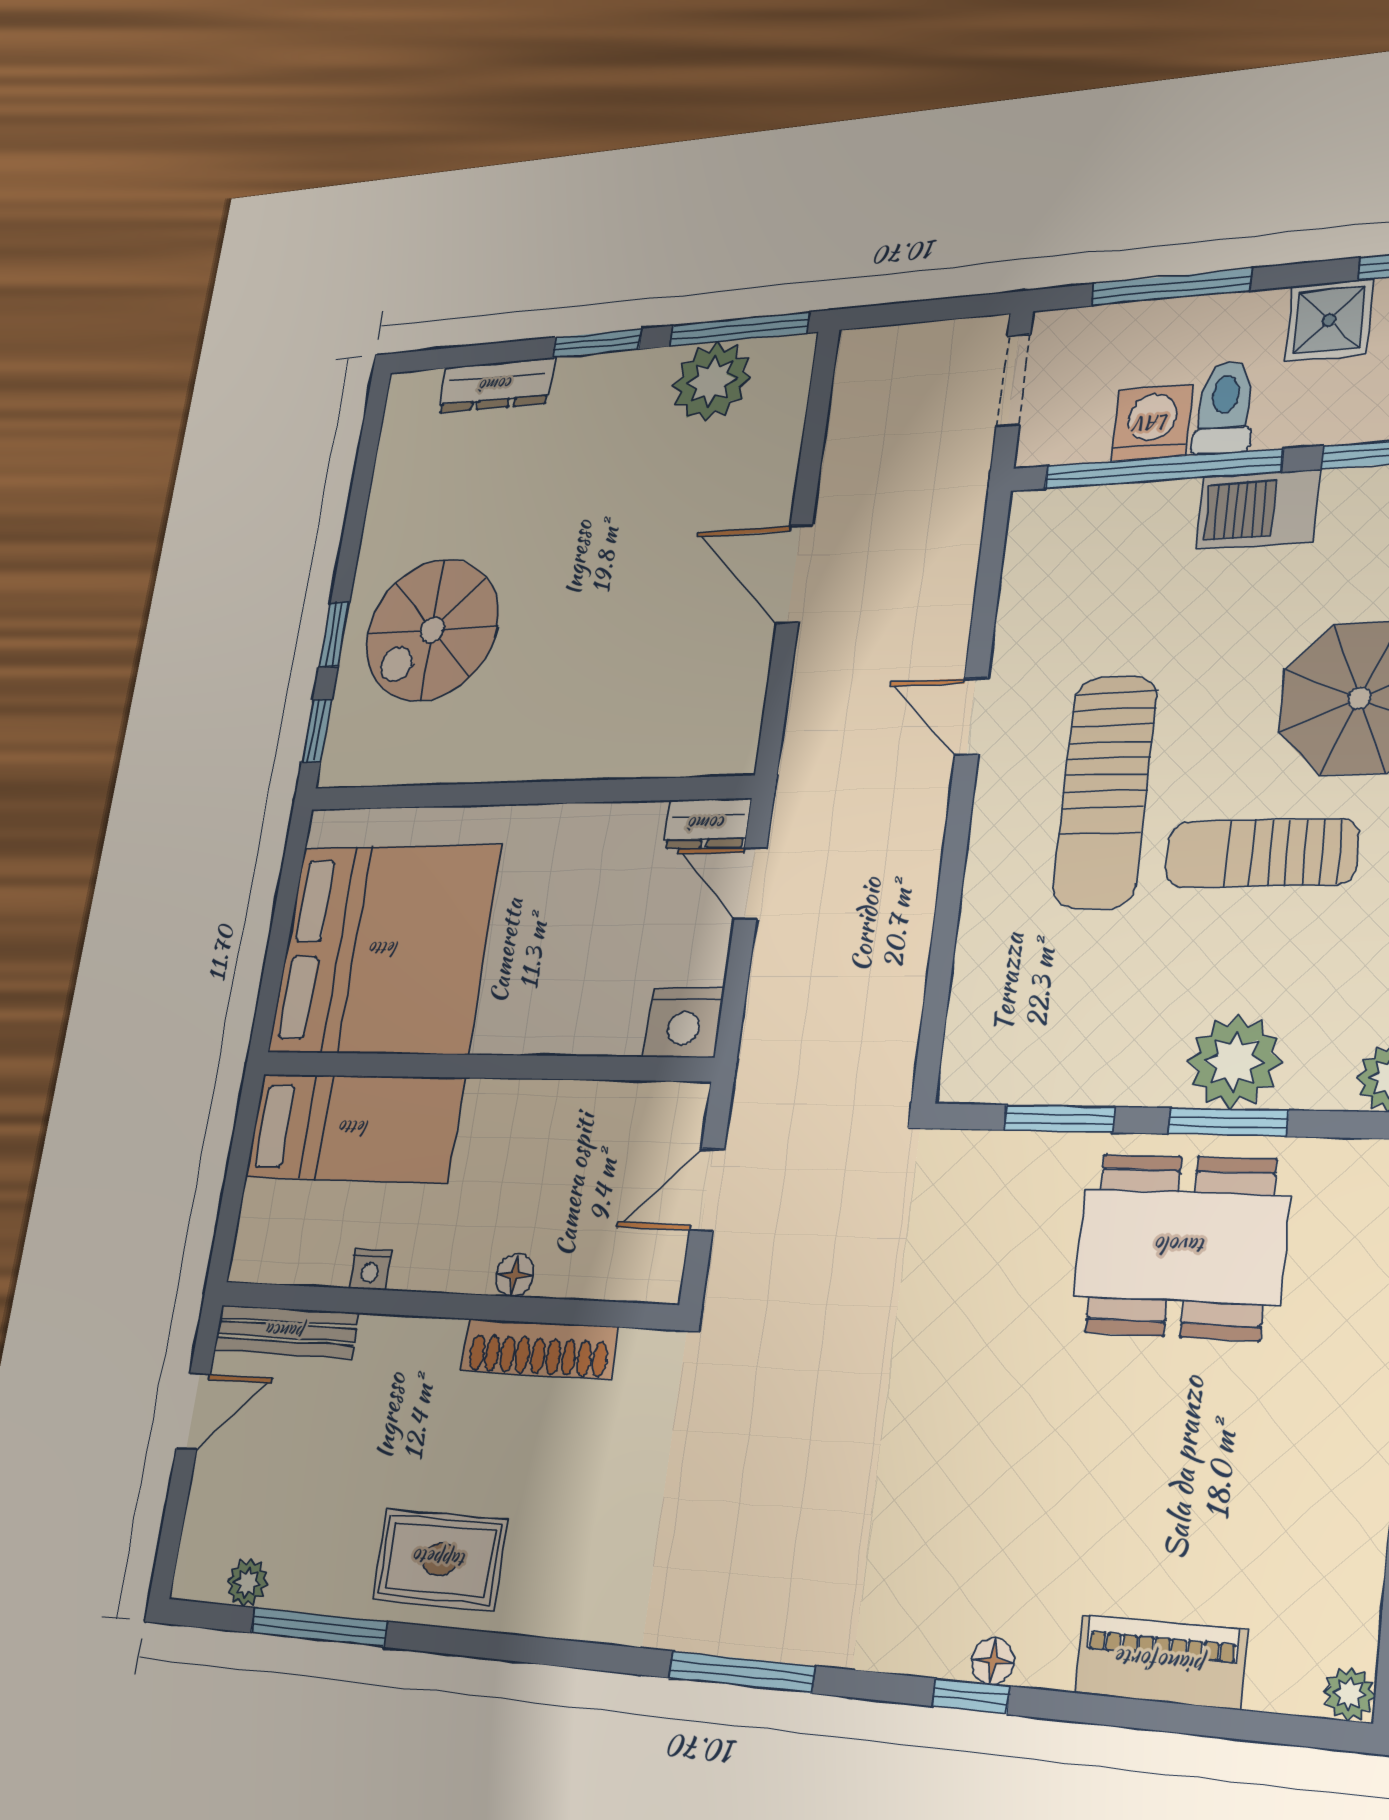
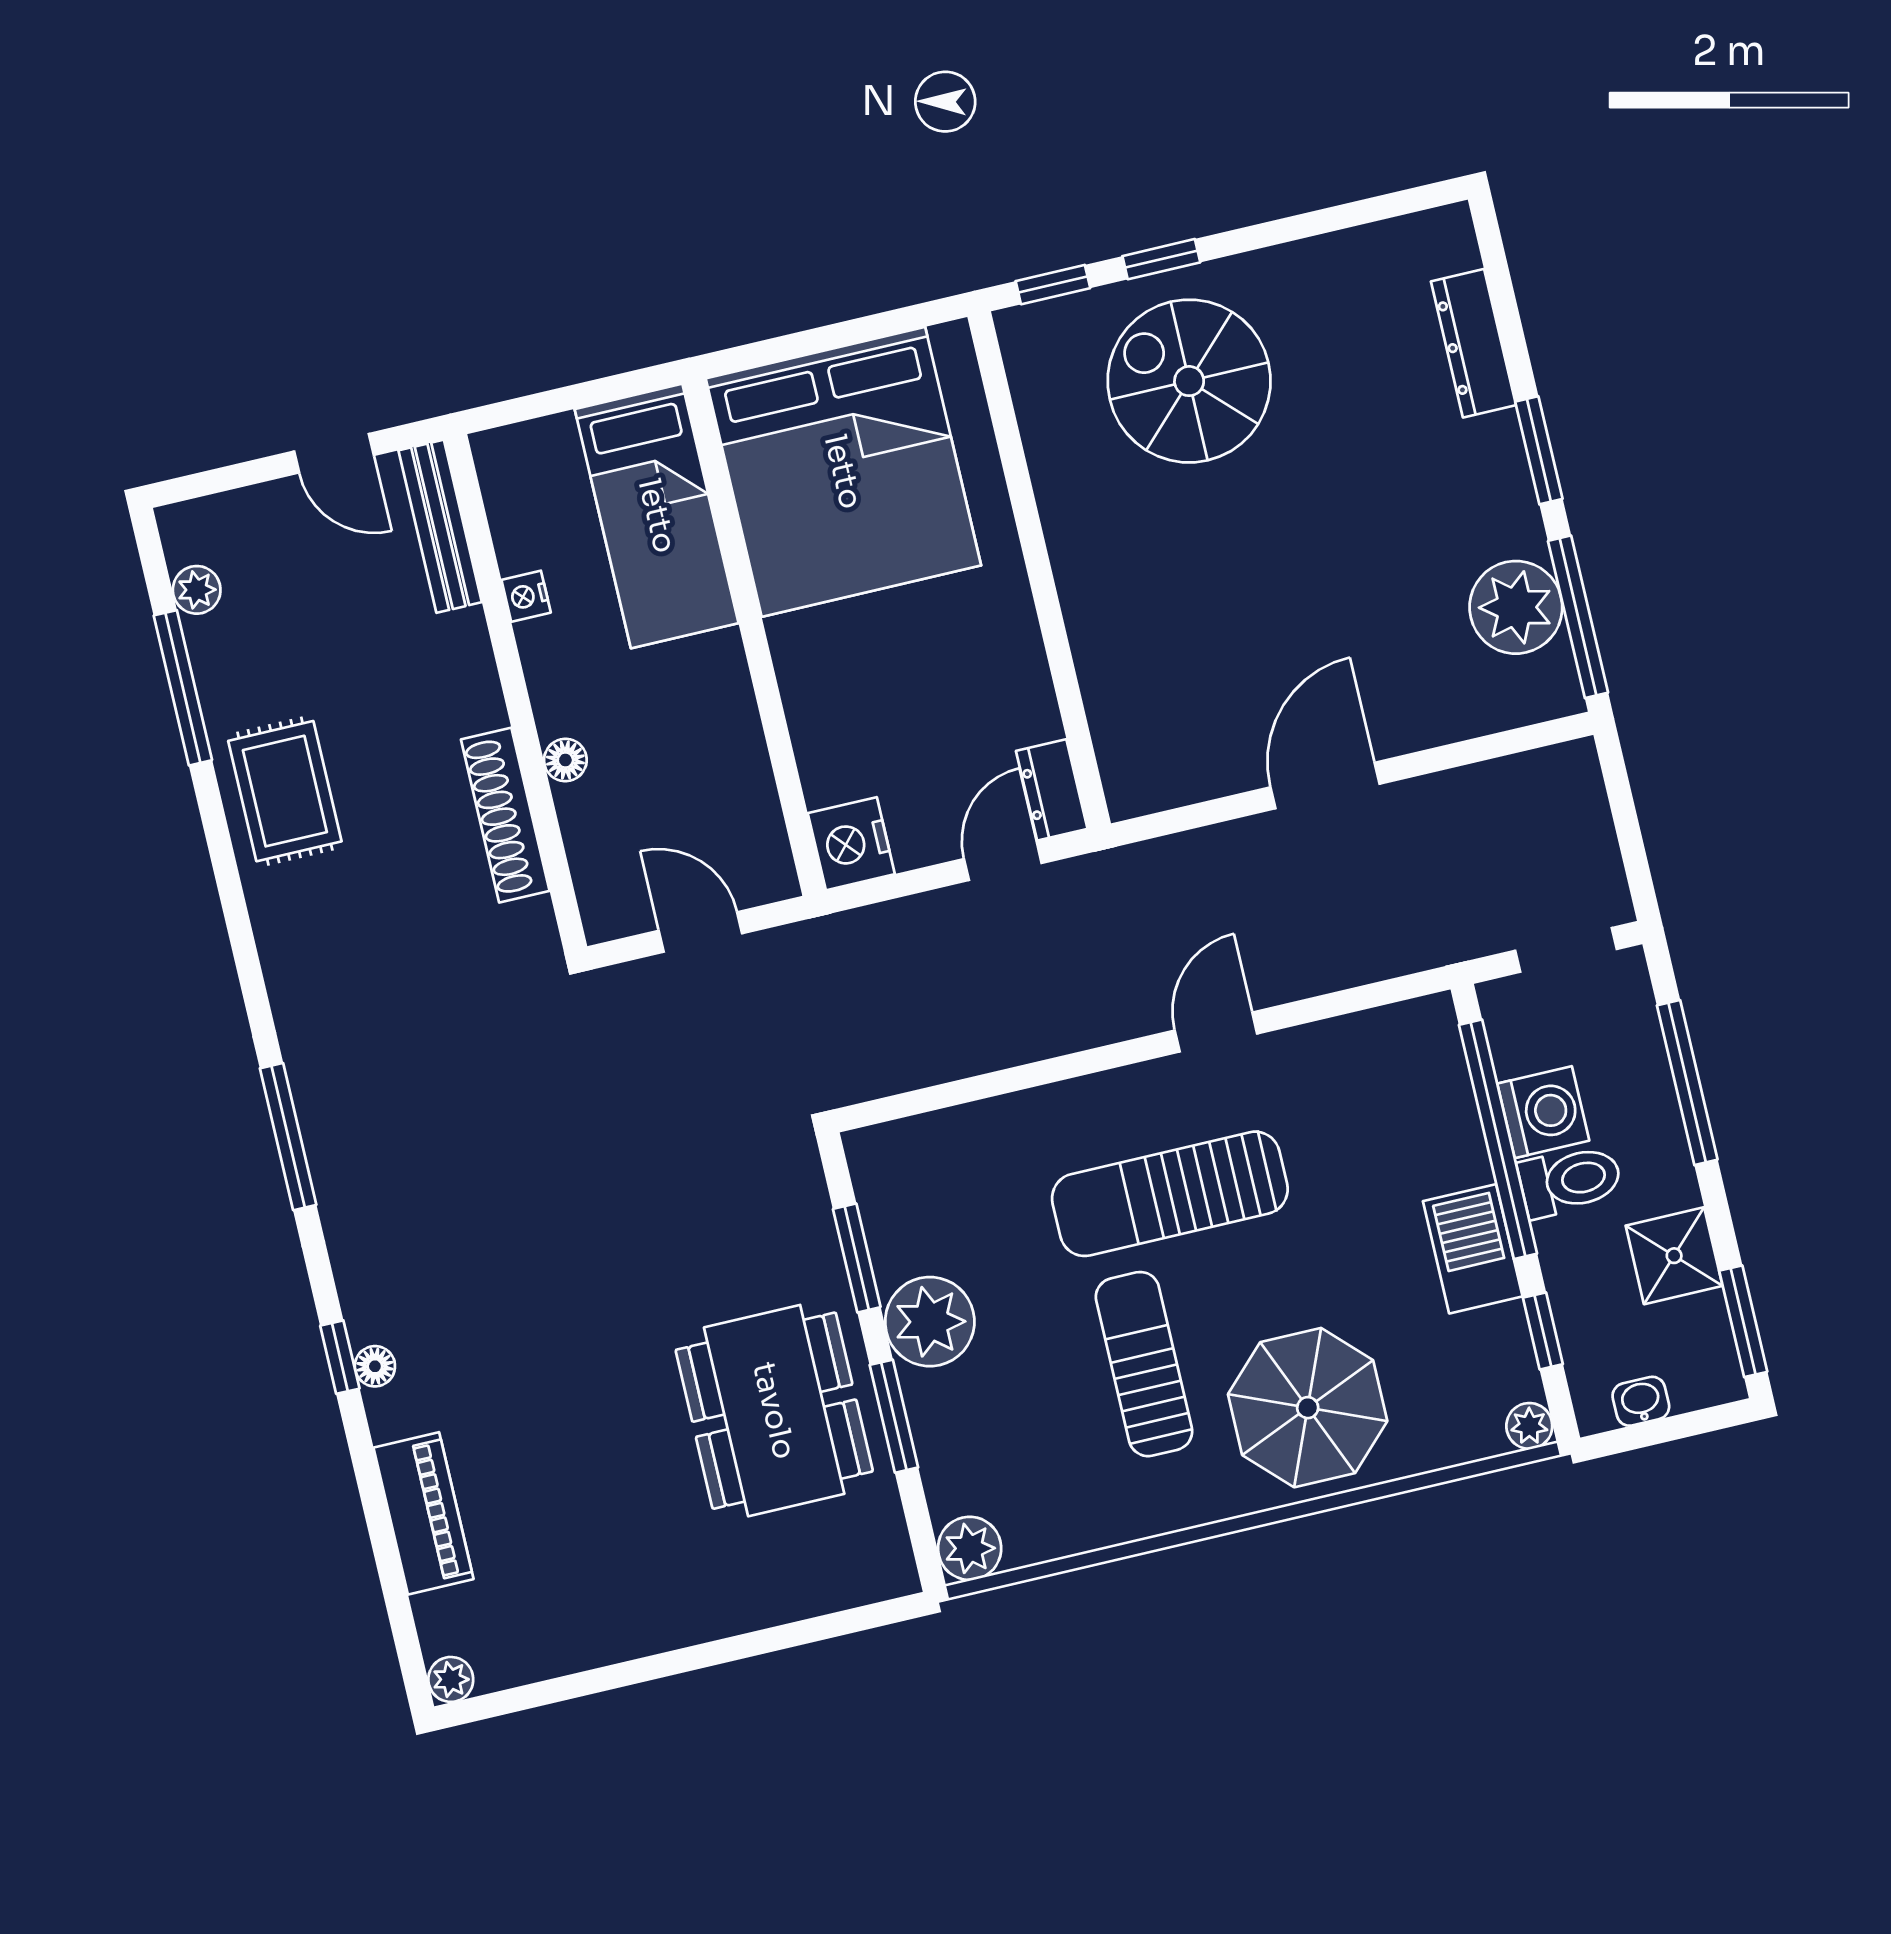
plant: (1235, 1062) -> (930, 1322), moved

